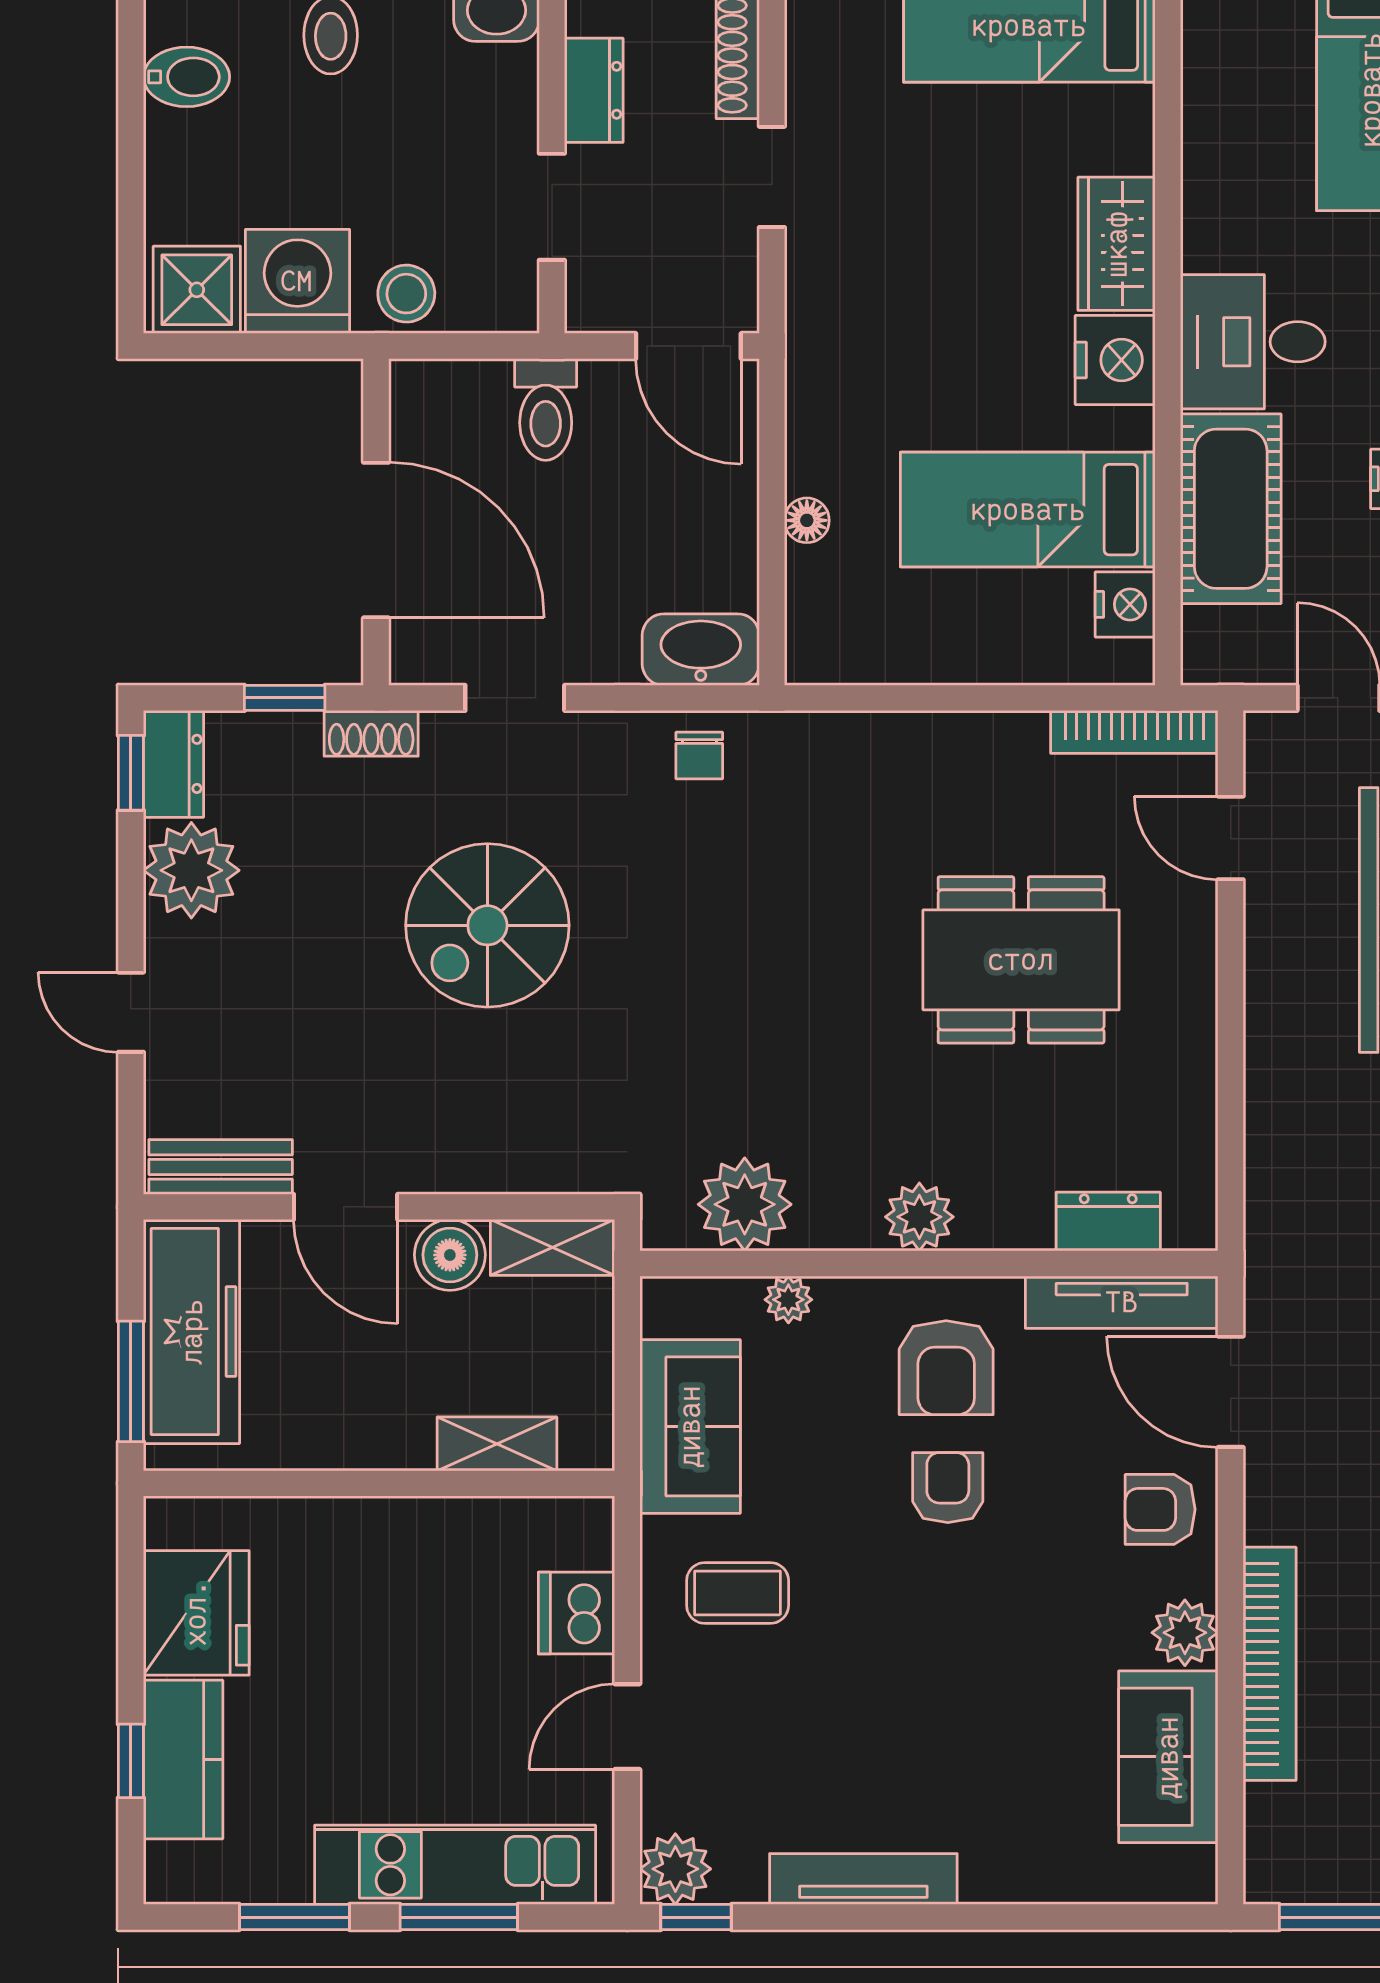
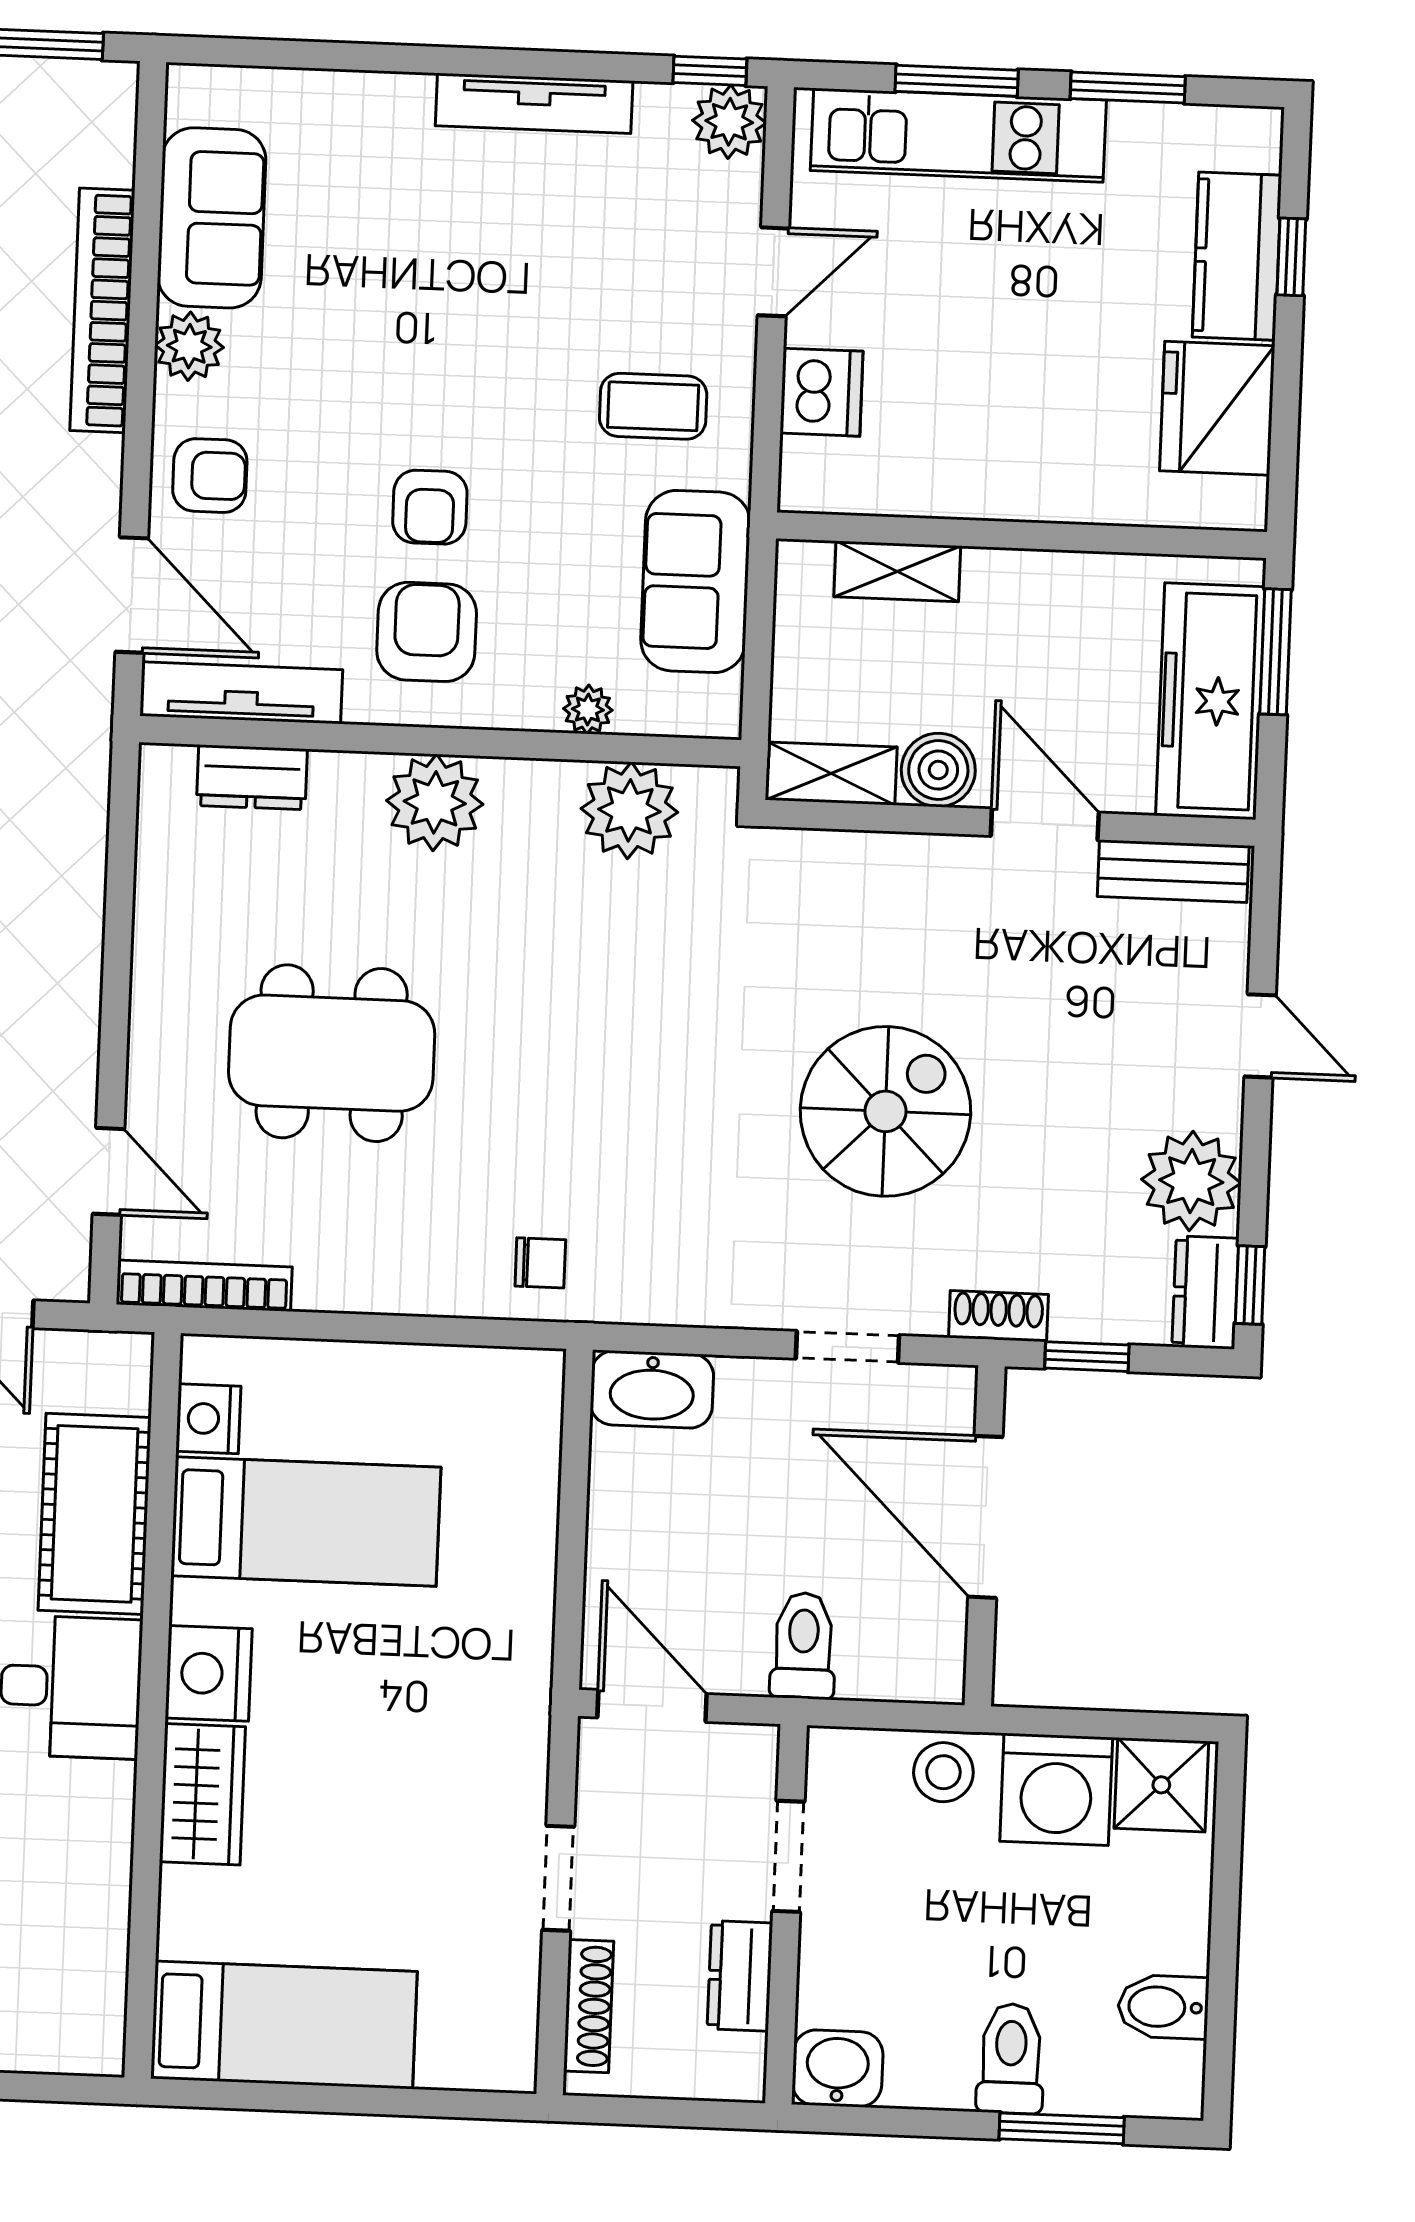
floor lamp: (807, 520) -> (536, 1519), removed
chair: (699, 756) -> (540, 1263), moved, turned 90
plant: (919, 1217) -> (435, 802), width x1.36, depth x1.36

